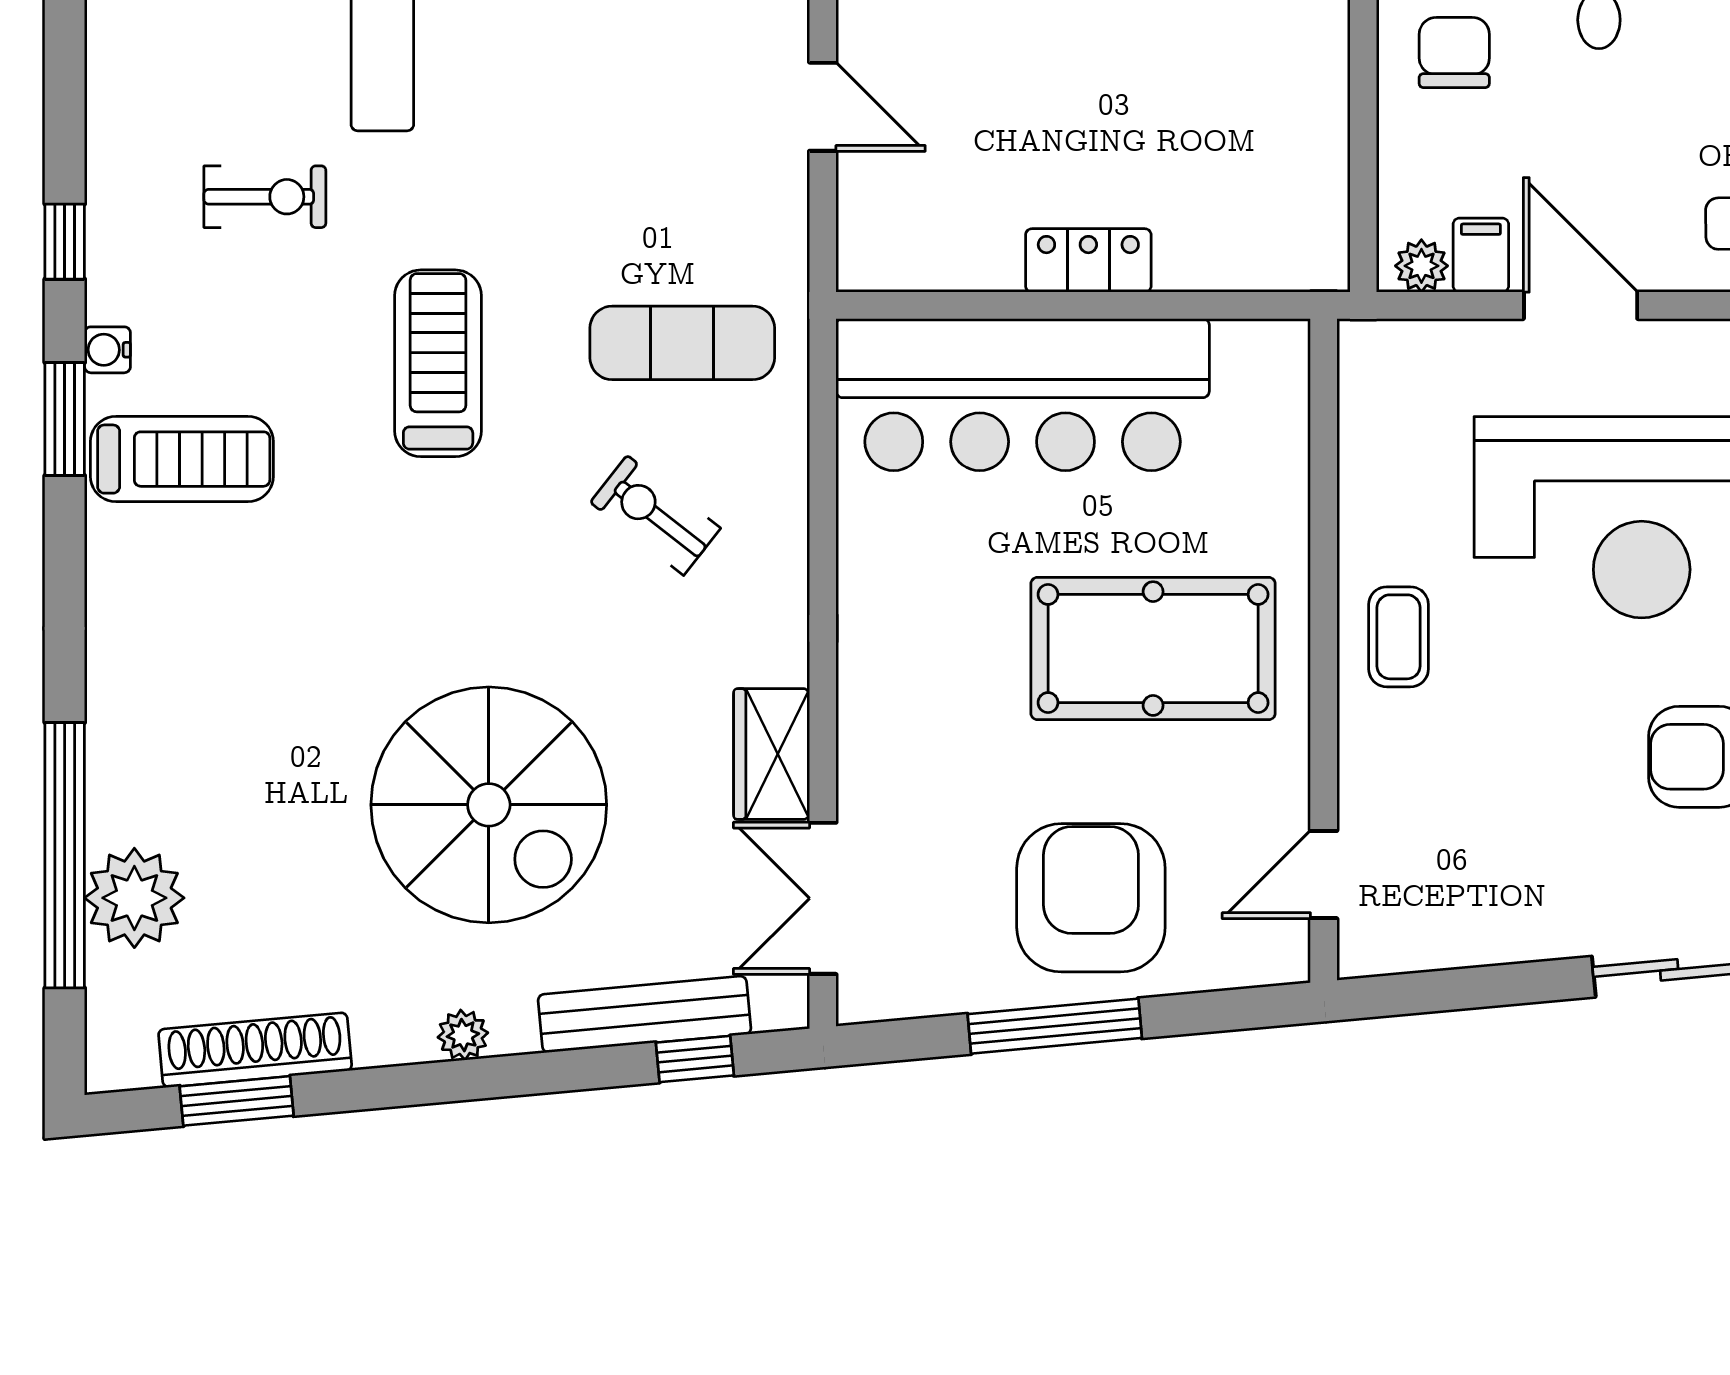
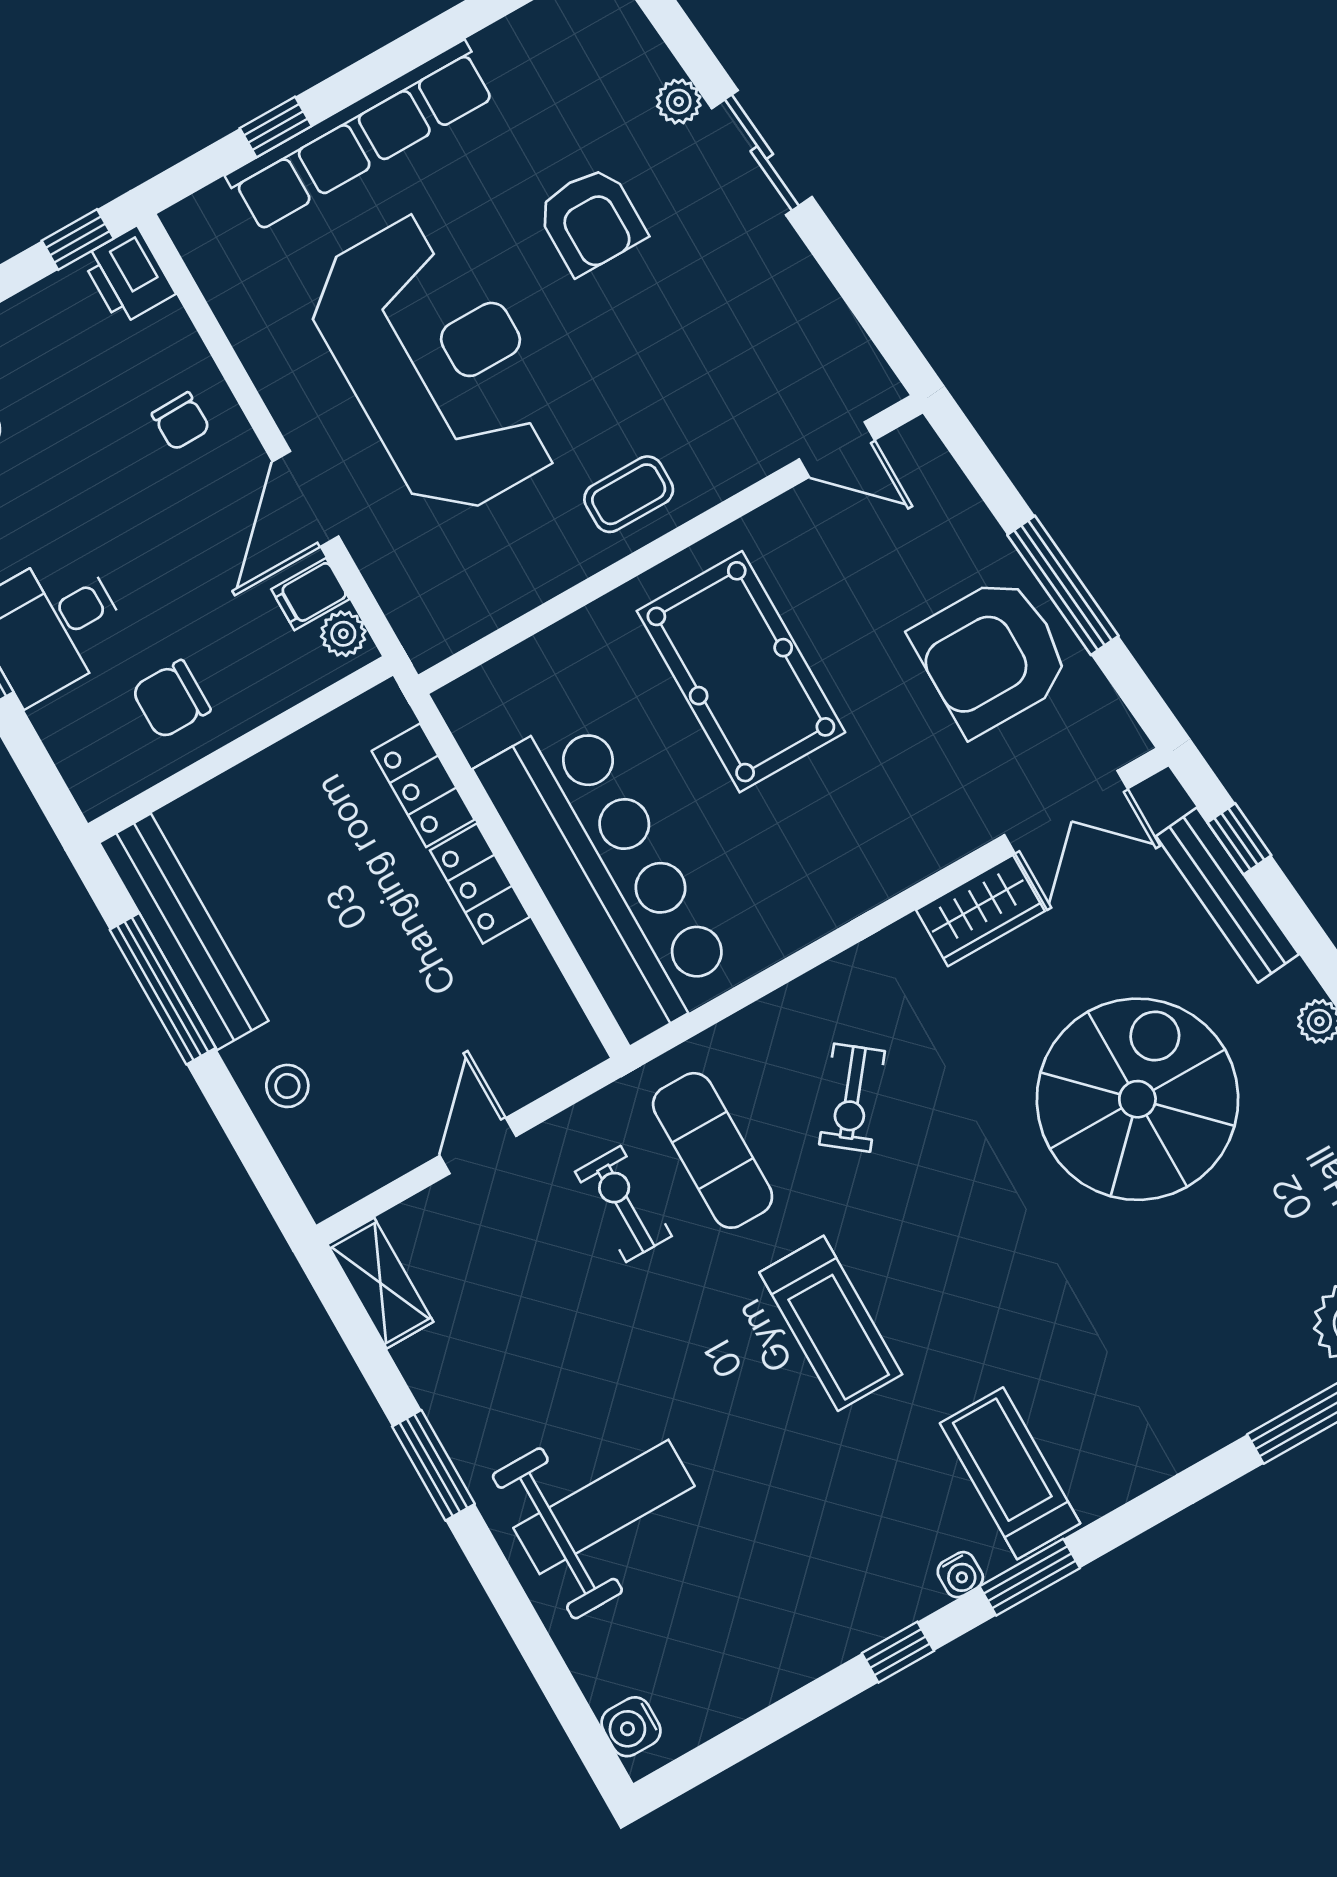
exercise bike: (265, 197) -> (623, 1204), moved
locker: (1221, 259) -> (423, 785), added
treadmill: (438, 363) -> (831, 1323), turned -90
armchair: (1091, 898) -> (991, 655), moved

